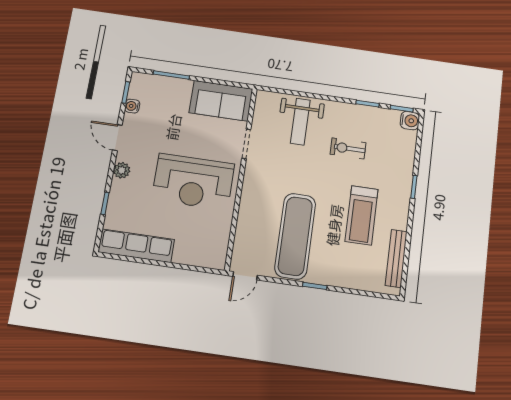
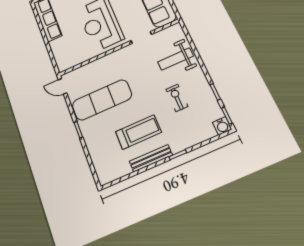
treadmill: (362, 215) -> (138, 132), turned 180
bench: (396, 258) -> (151, 158), moved

